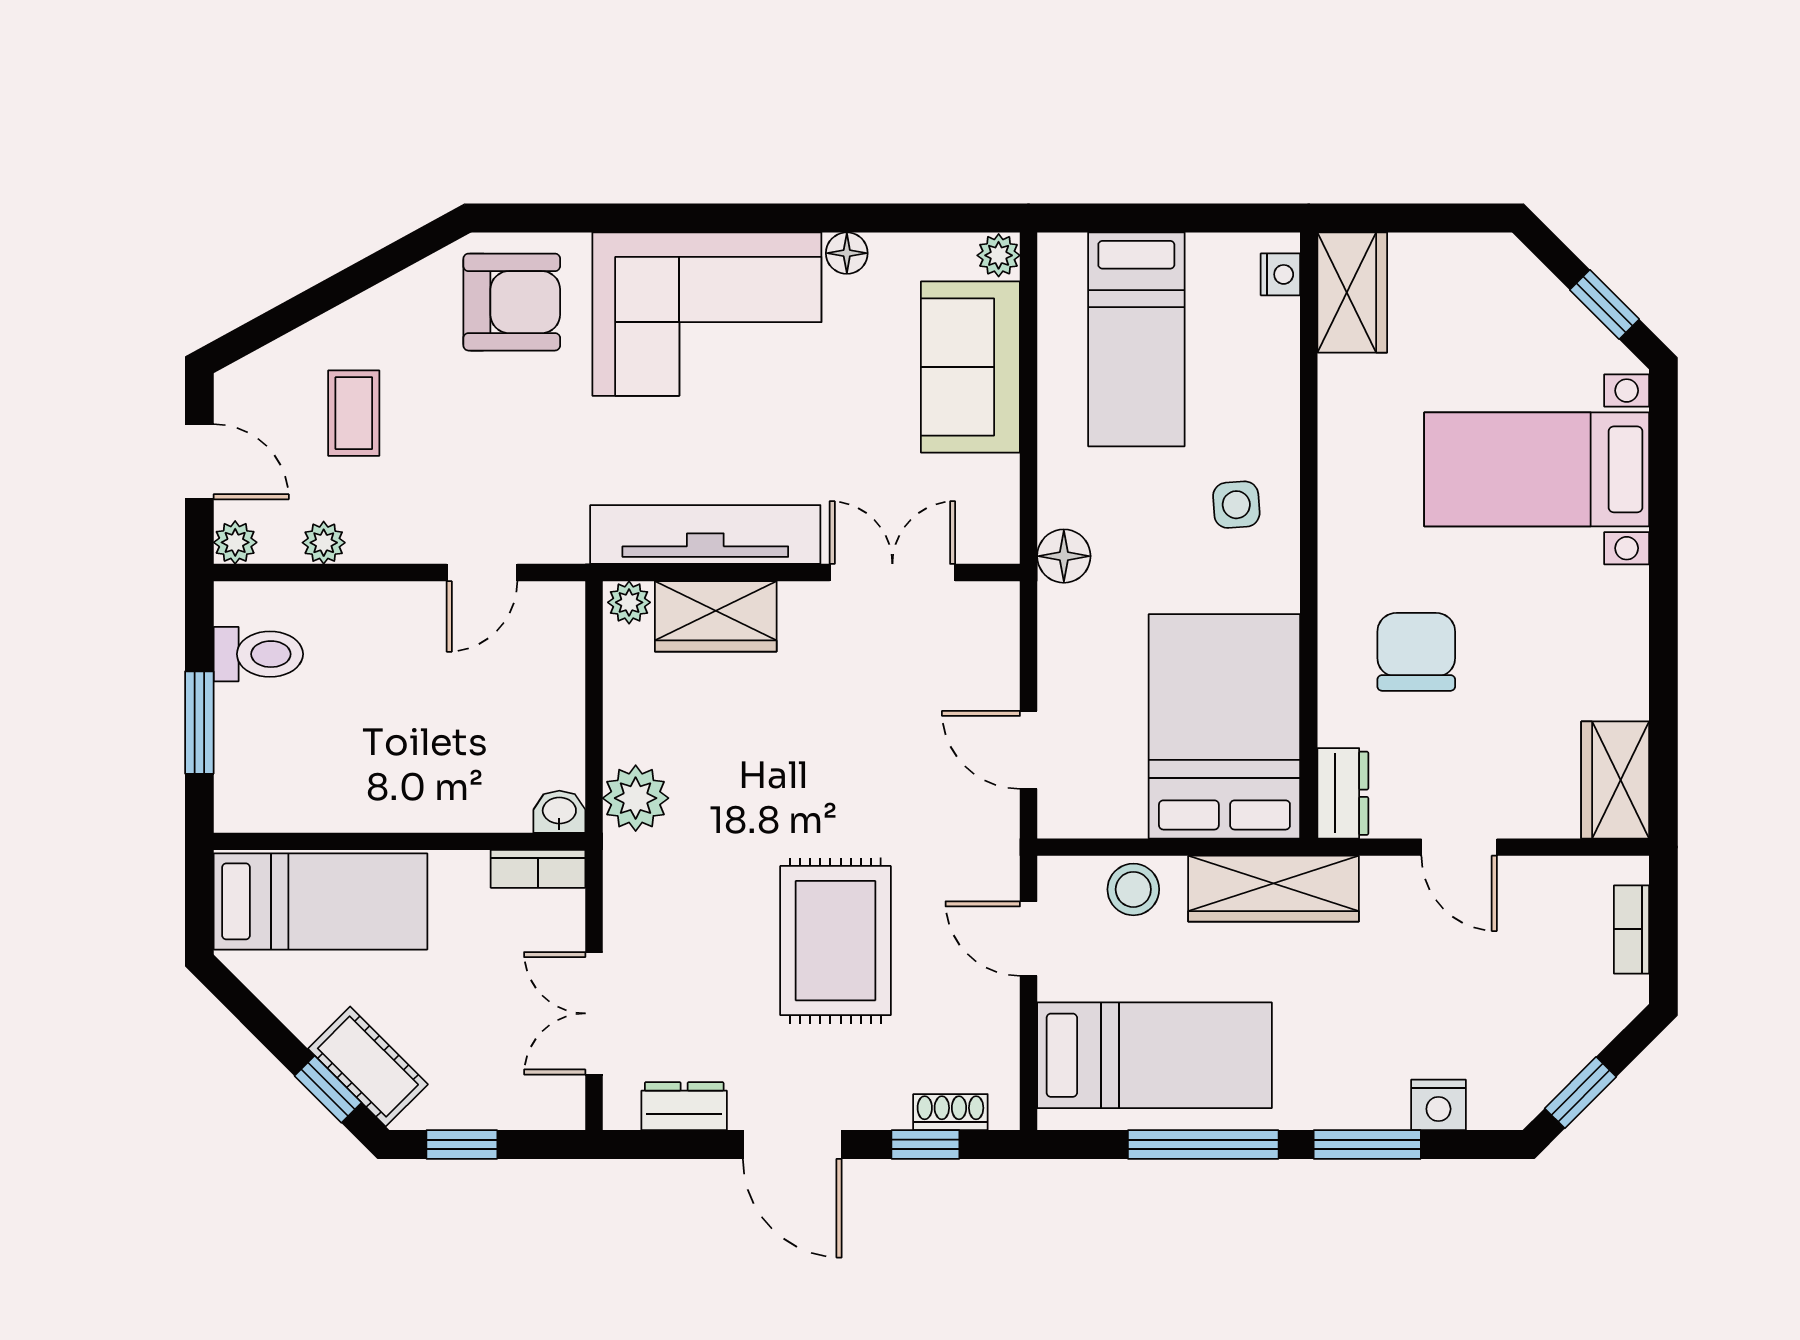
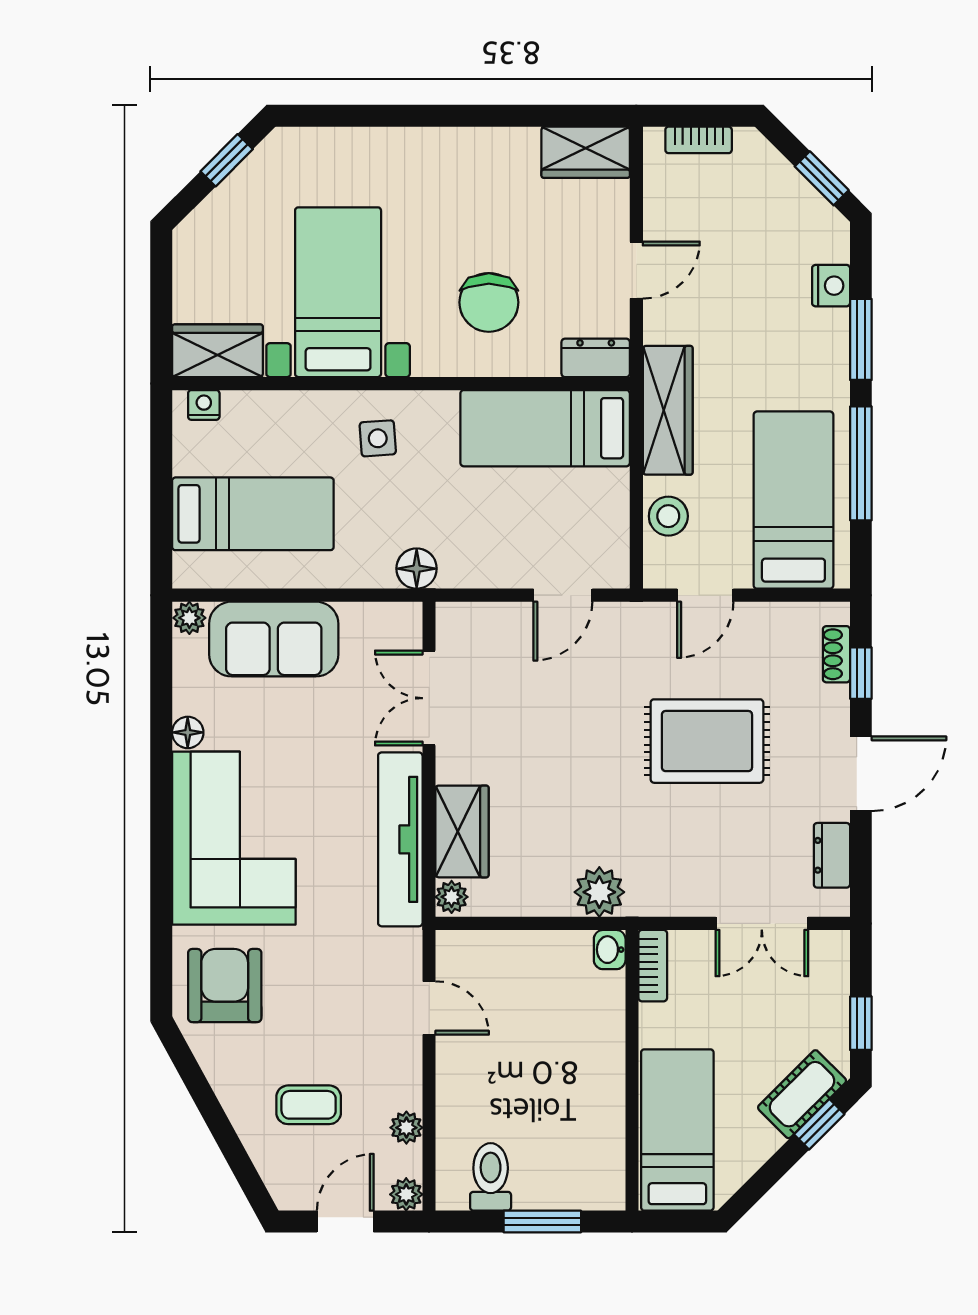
bed with nightstands: (1537, 469) -> (338, 292), moved, turned 180
chair: (1416, 652) -> (489, 302), turned -90
bed: (1224, 726) -> (545, 428), width x0.67

